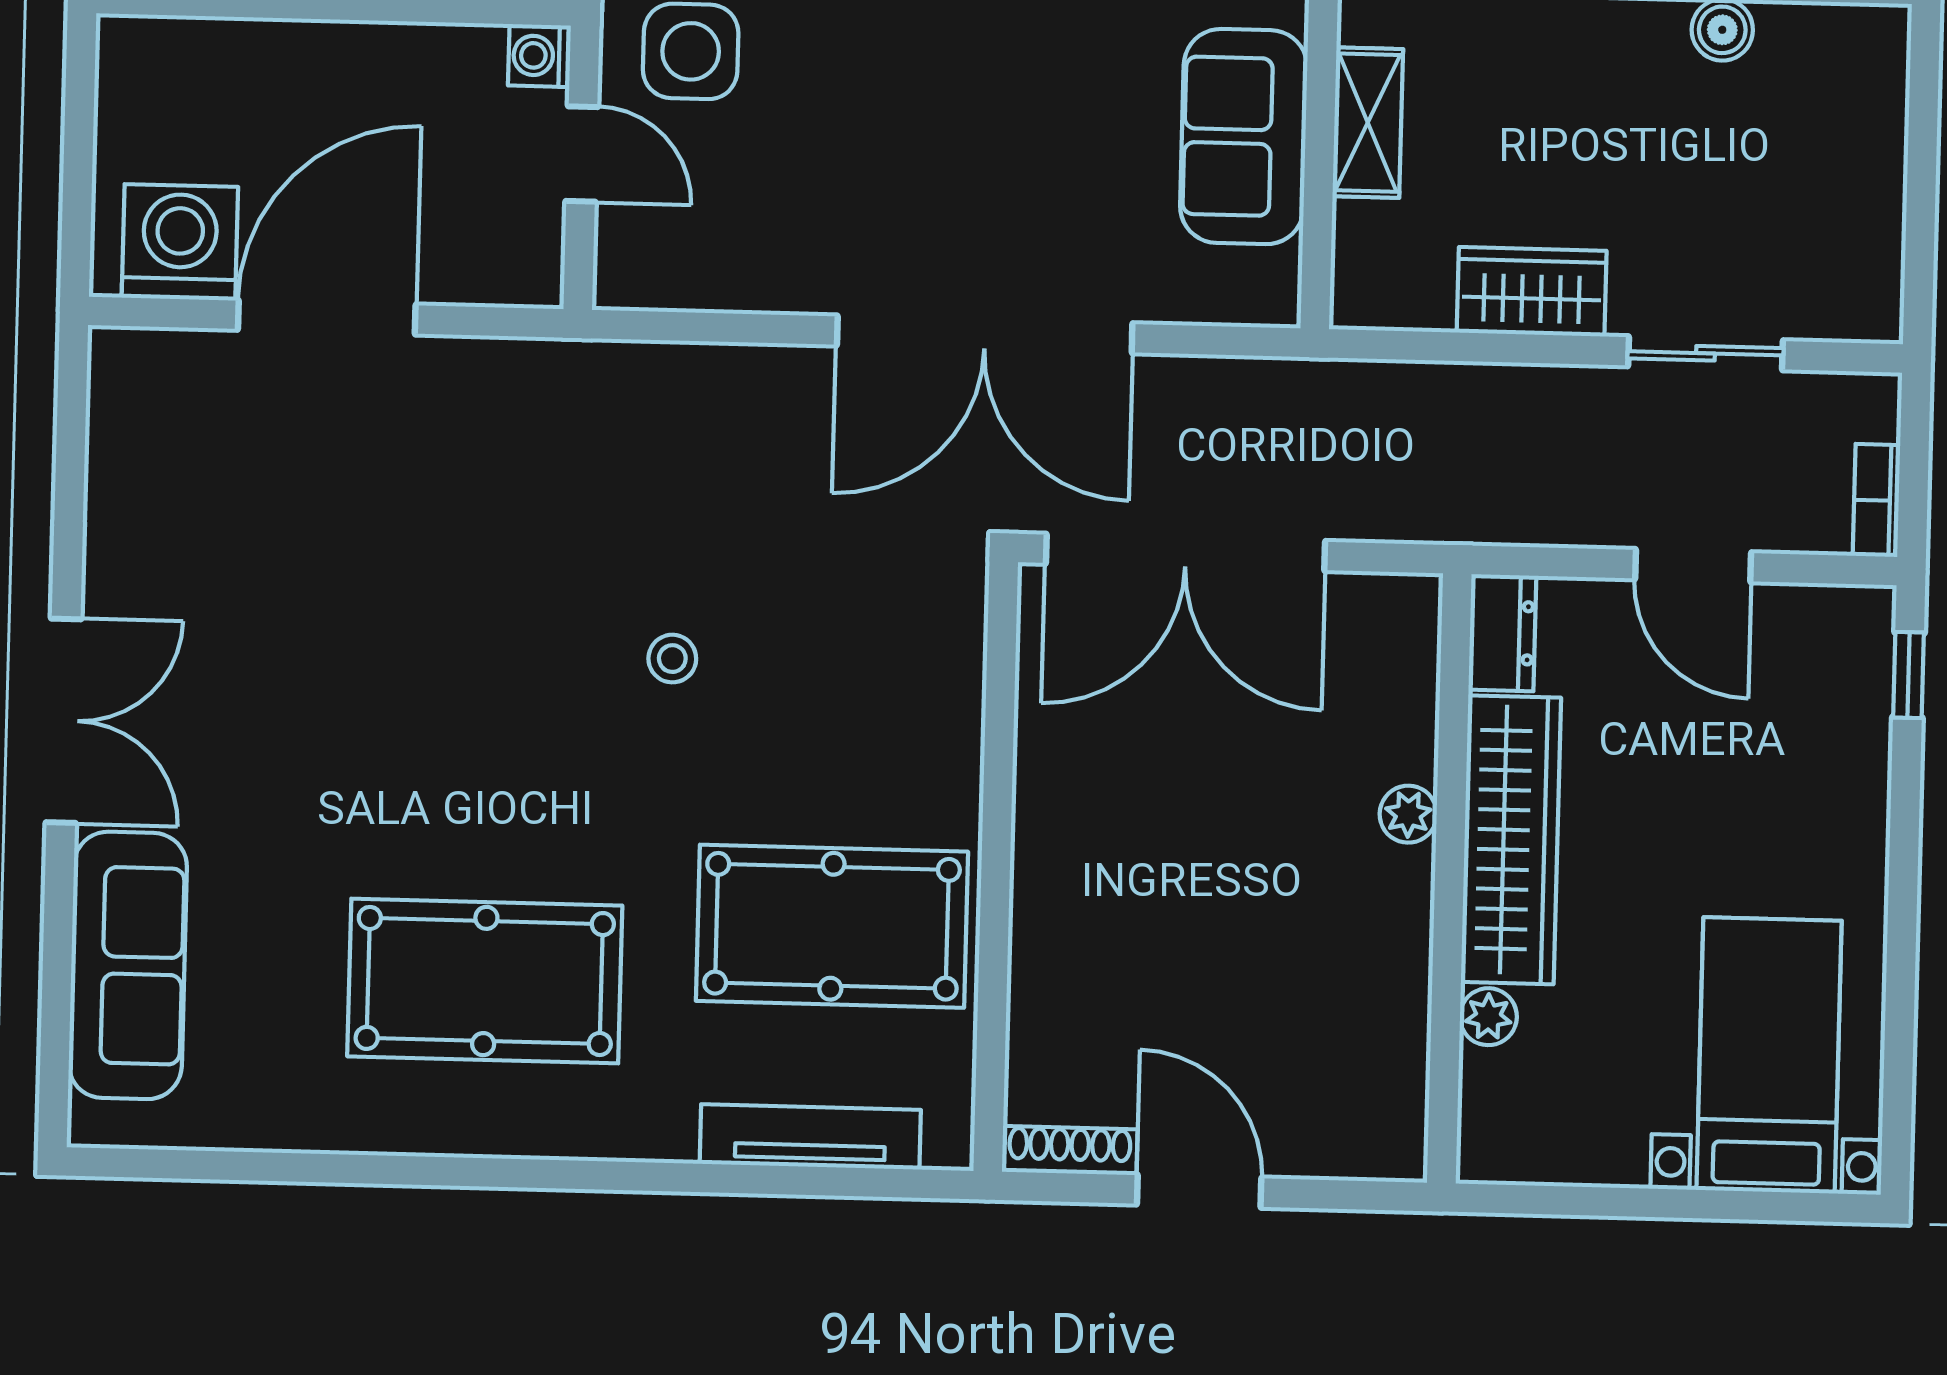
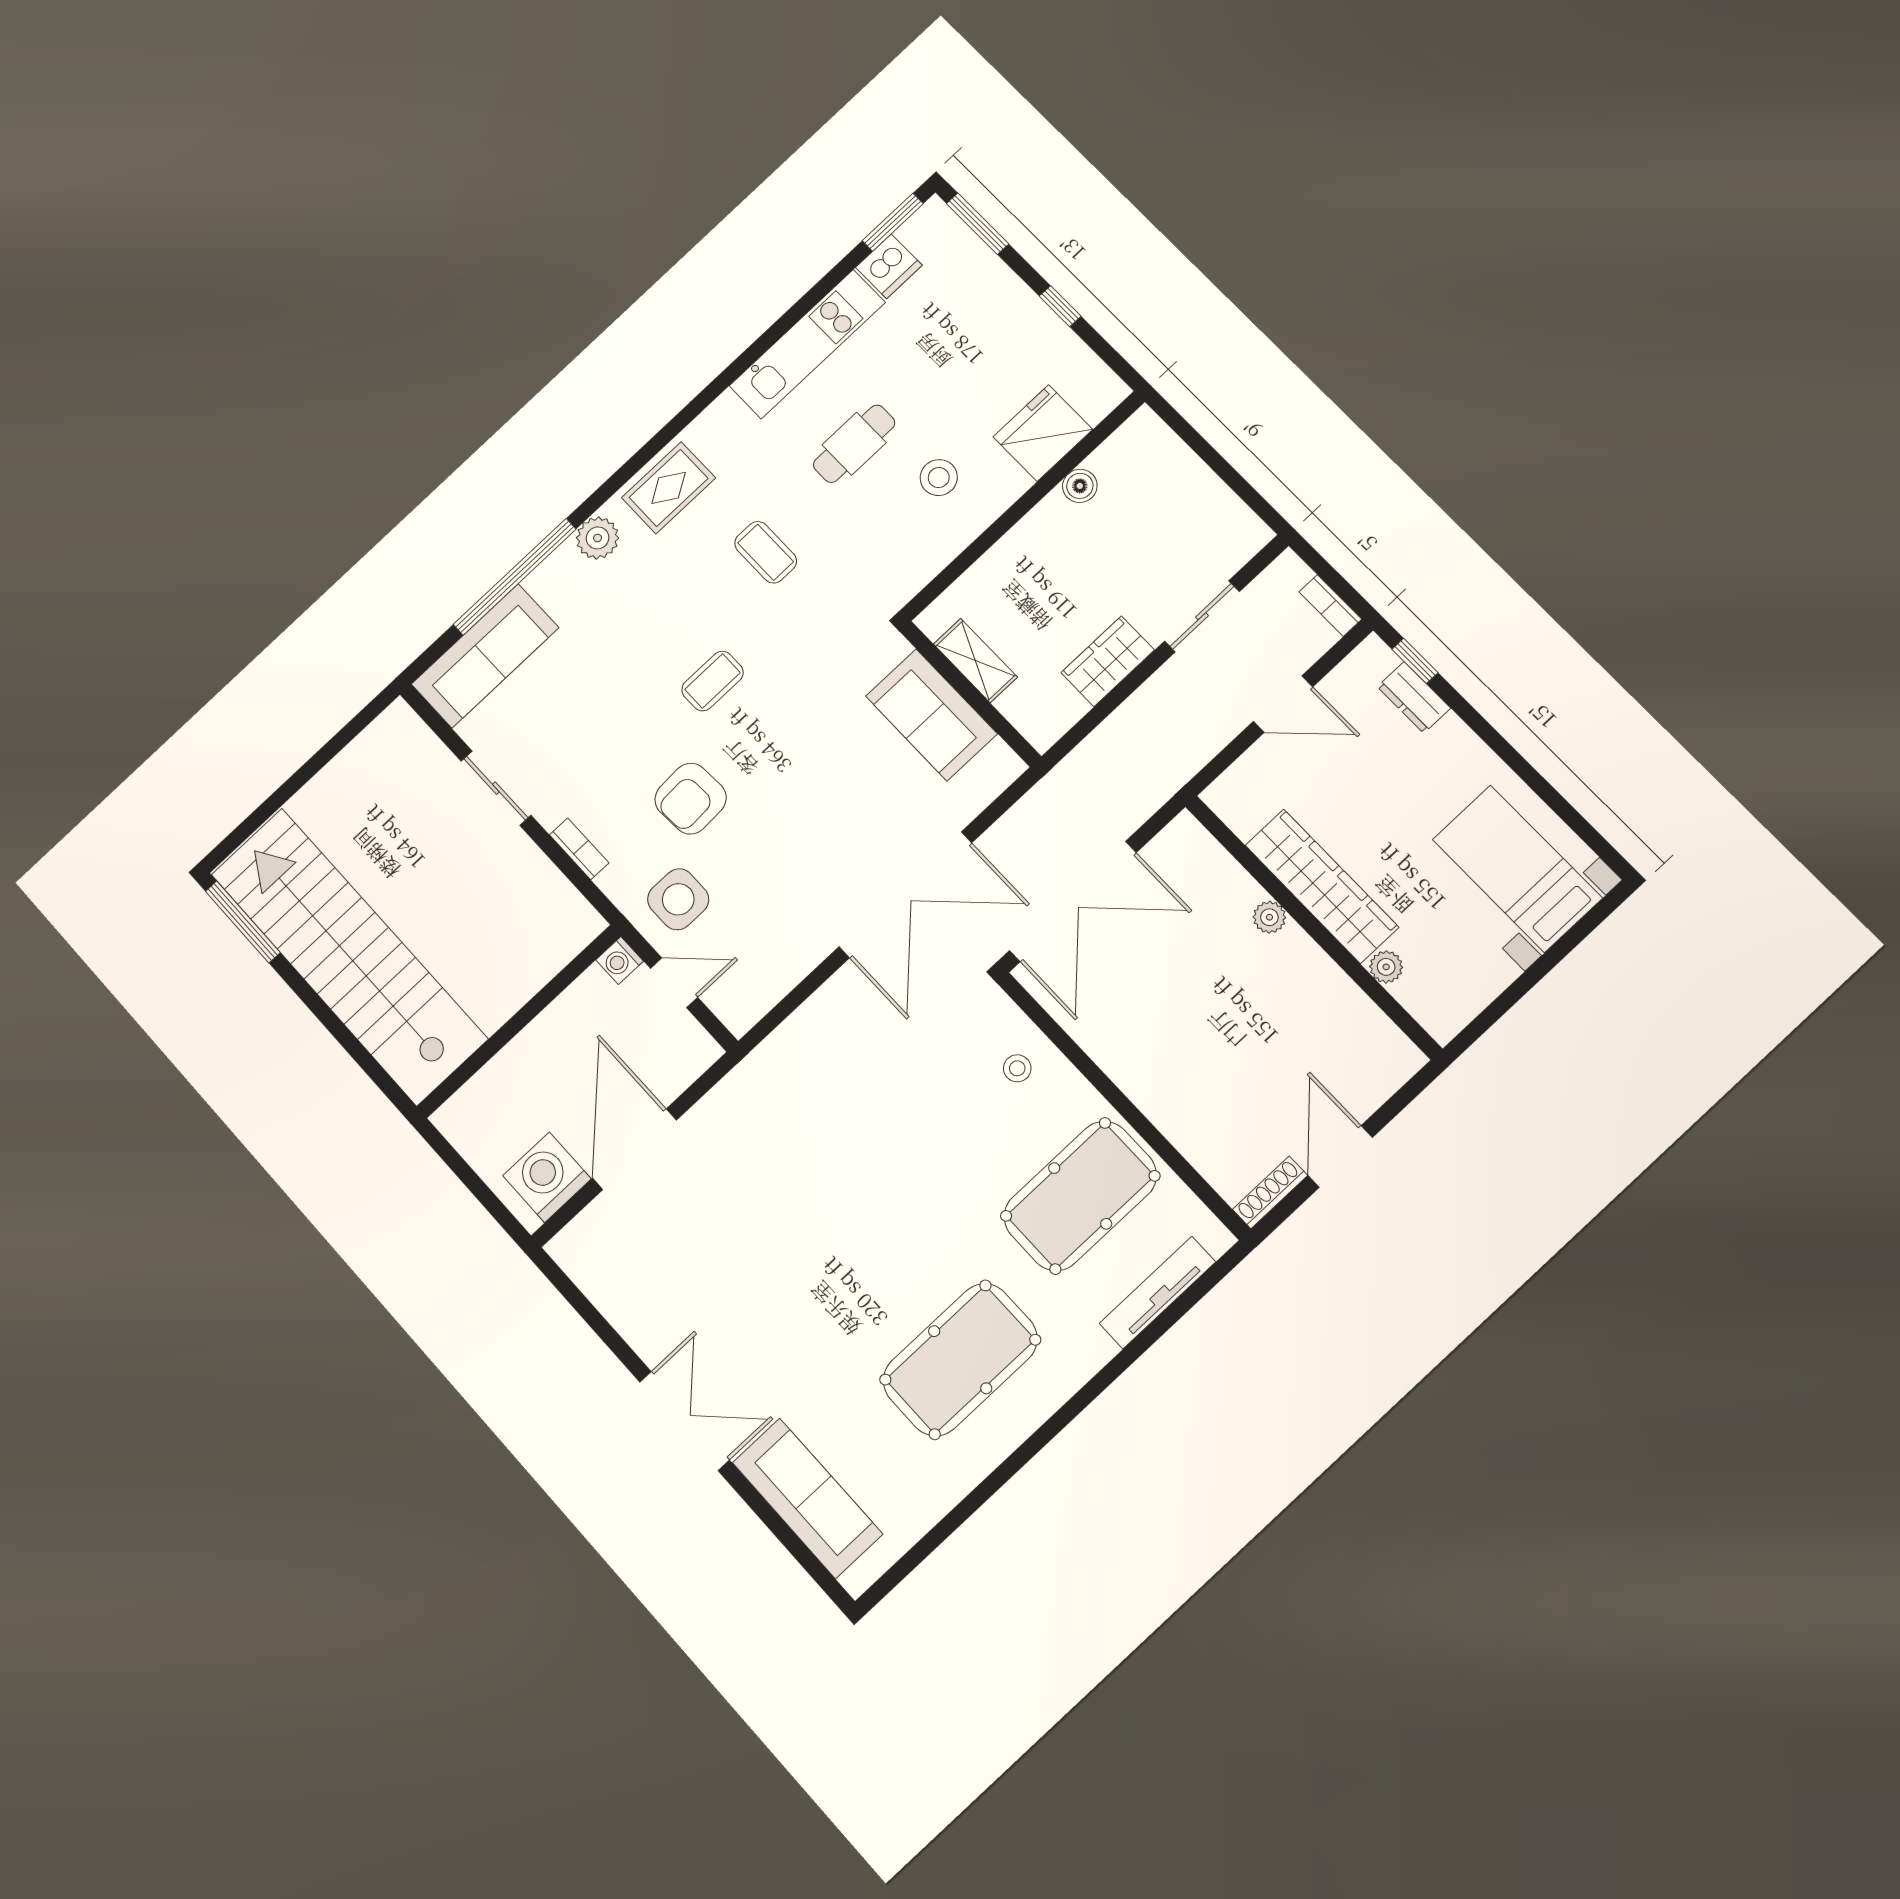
dresser: (1502, 633) -> (1414, 697), moved, turned 180
stool: (672, 659) -> (1017, 1068), moved
door: (1199, 1191) -> (1340, 1156), hinge flipped

